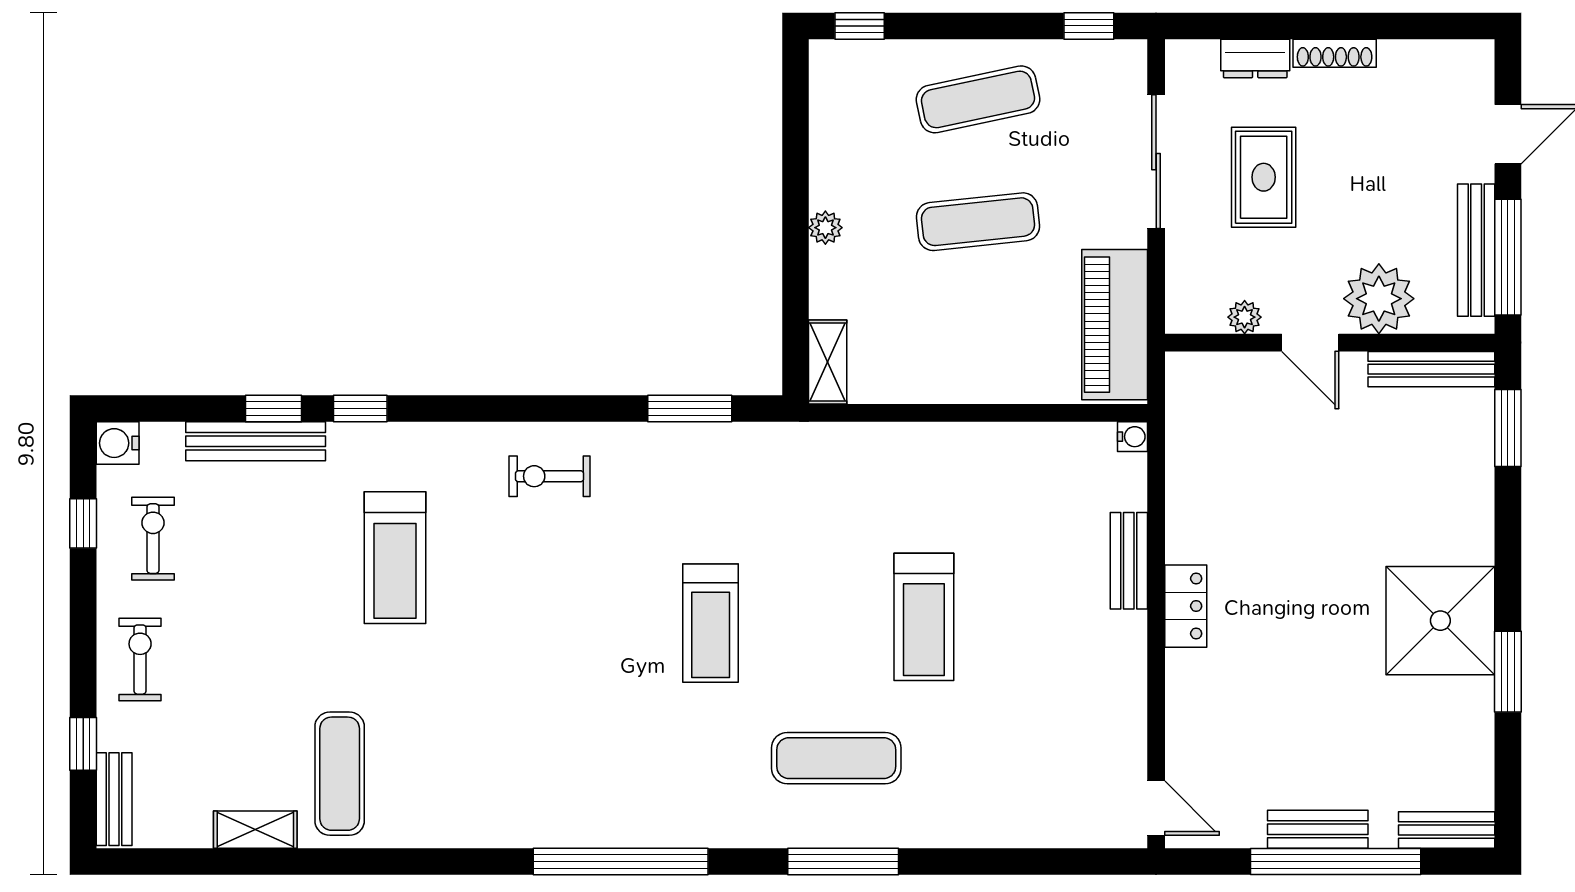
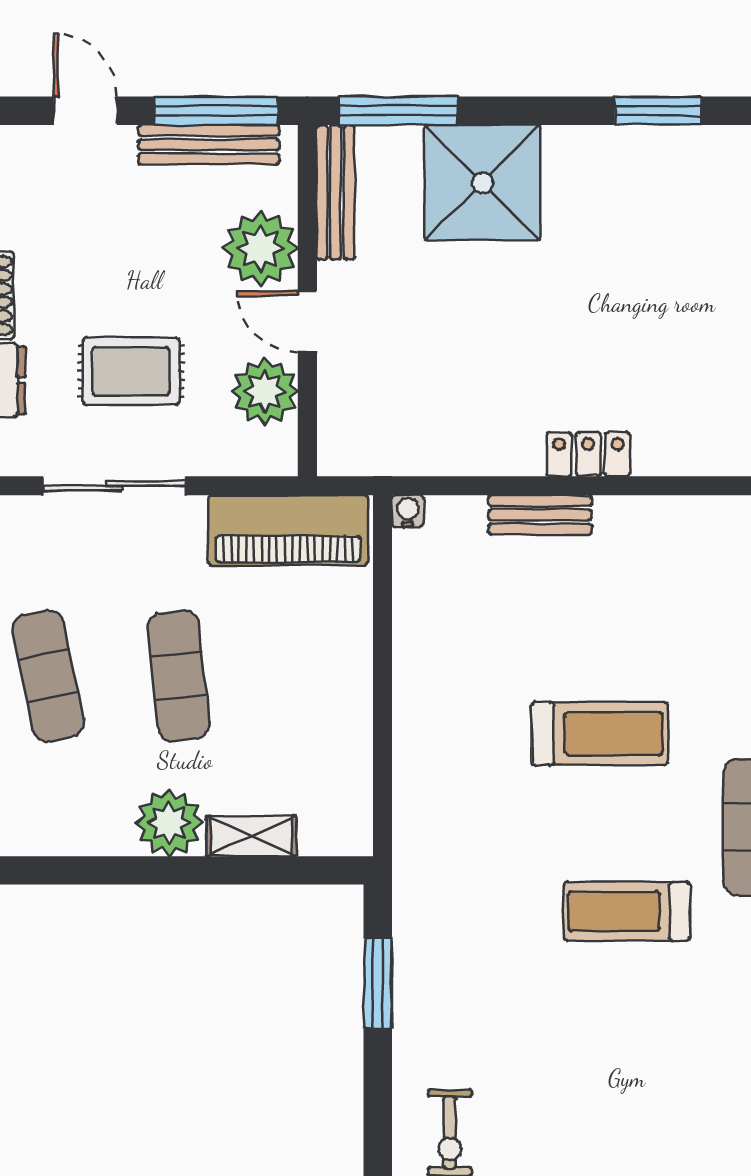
plant: (825, 228) -> (169, 823), width x1.88, depth x1.88
plant: (1245, 317) -> (265, 392), width x1.88, depth x1.88
door: (1310, 343) -> (307, 321), swing flipped
shelving: (828, 362) -> (251, 836), moved
window: (1508, 428) -> (398, 111), width x1.44
shower: (1440, 621) -> (482, 183), moved
treadmill: (711, 623) -> (627, 911), moved, turned 180

